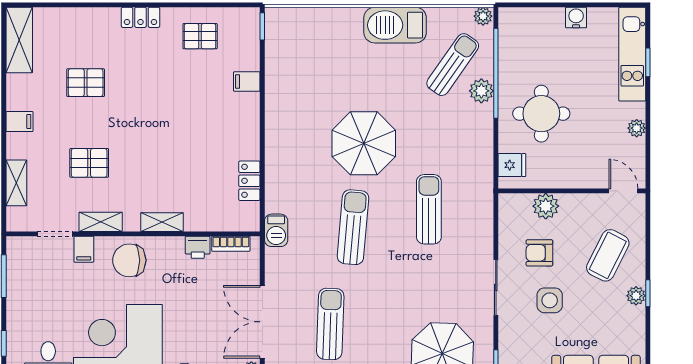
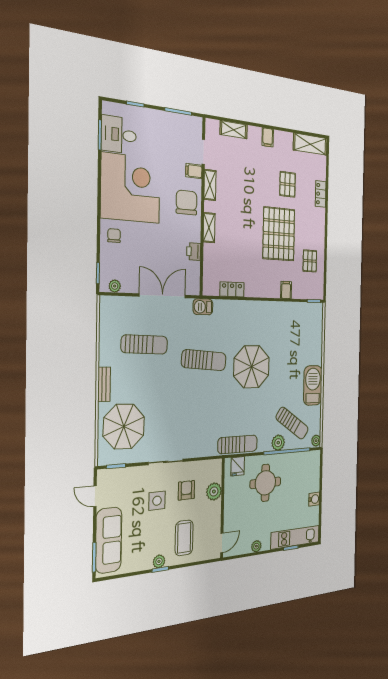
locker: (140, 17) -> (321, 194), moved
pallet: (89, 163) -> (279, 234), moved, width x2.05, depth x2.00
sun lounger: (429, 209) -> (238, 444), moved
bookcase: (231, 244) -> (195, 275), removed
coffee table: (608, 255) -> (184, 538), turned 63
double door: (262, 322) -> (163, 296), moved

